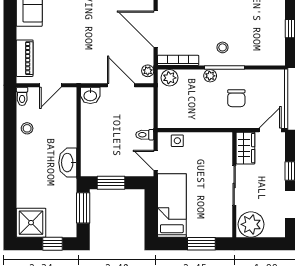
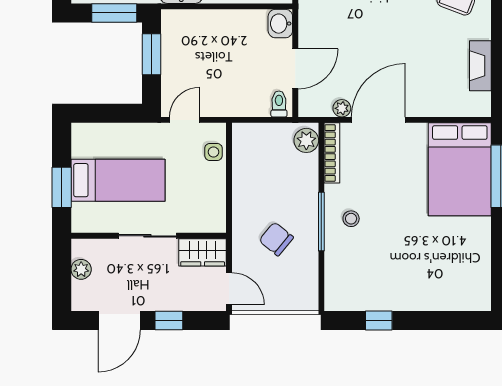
plant: (148, 71) -> (342, 108), moved
plant: (210, 76) -> (309, 200), removed
chair: (236, 98) -> (276, 239), turned 39
toilet: (145, 135) -> (279, 104), moved
bed: (172, 205) -> (118, 180), moved
plant: (251, 224) -> (81, 269), width x0.53, depth x0.53

